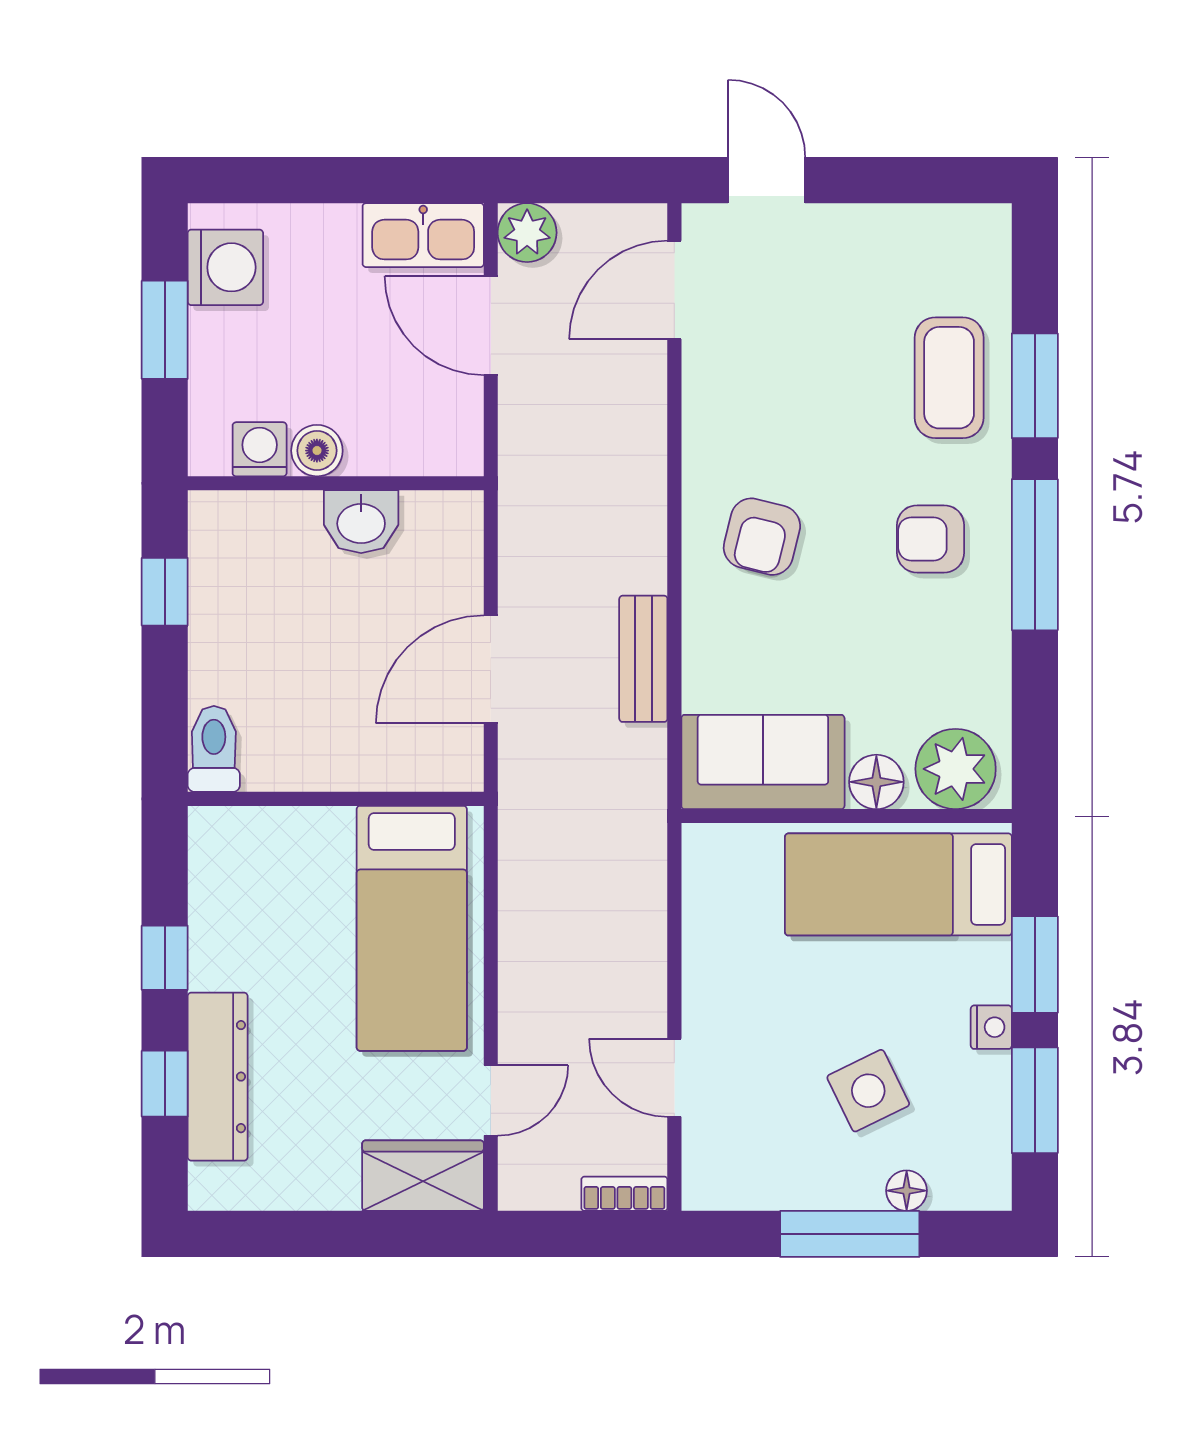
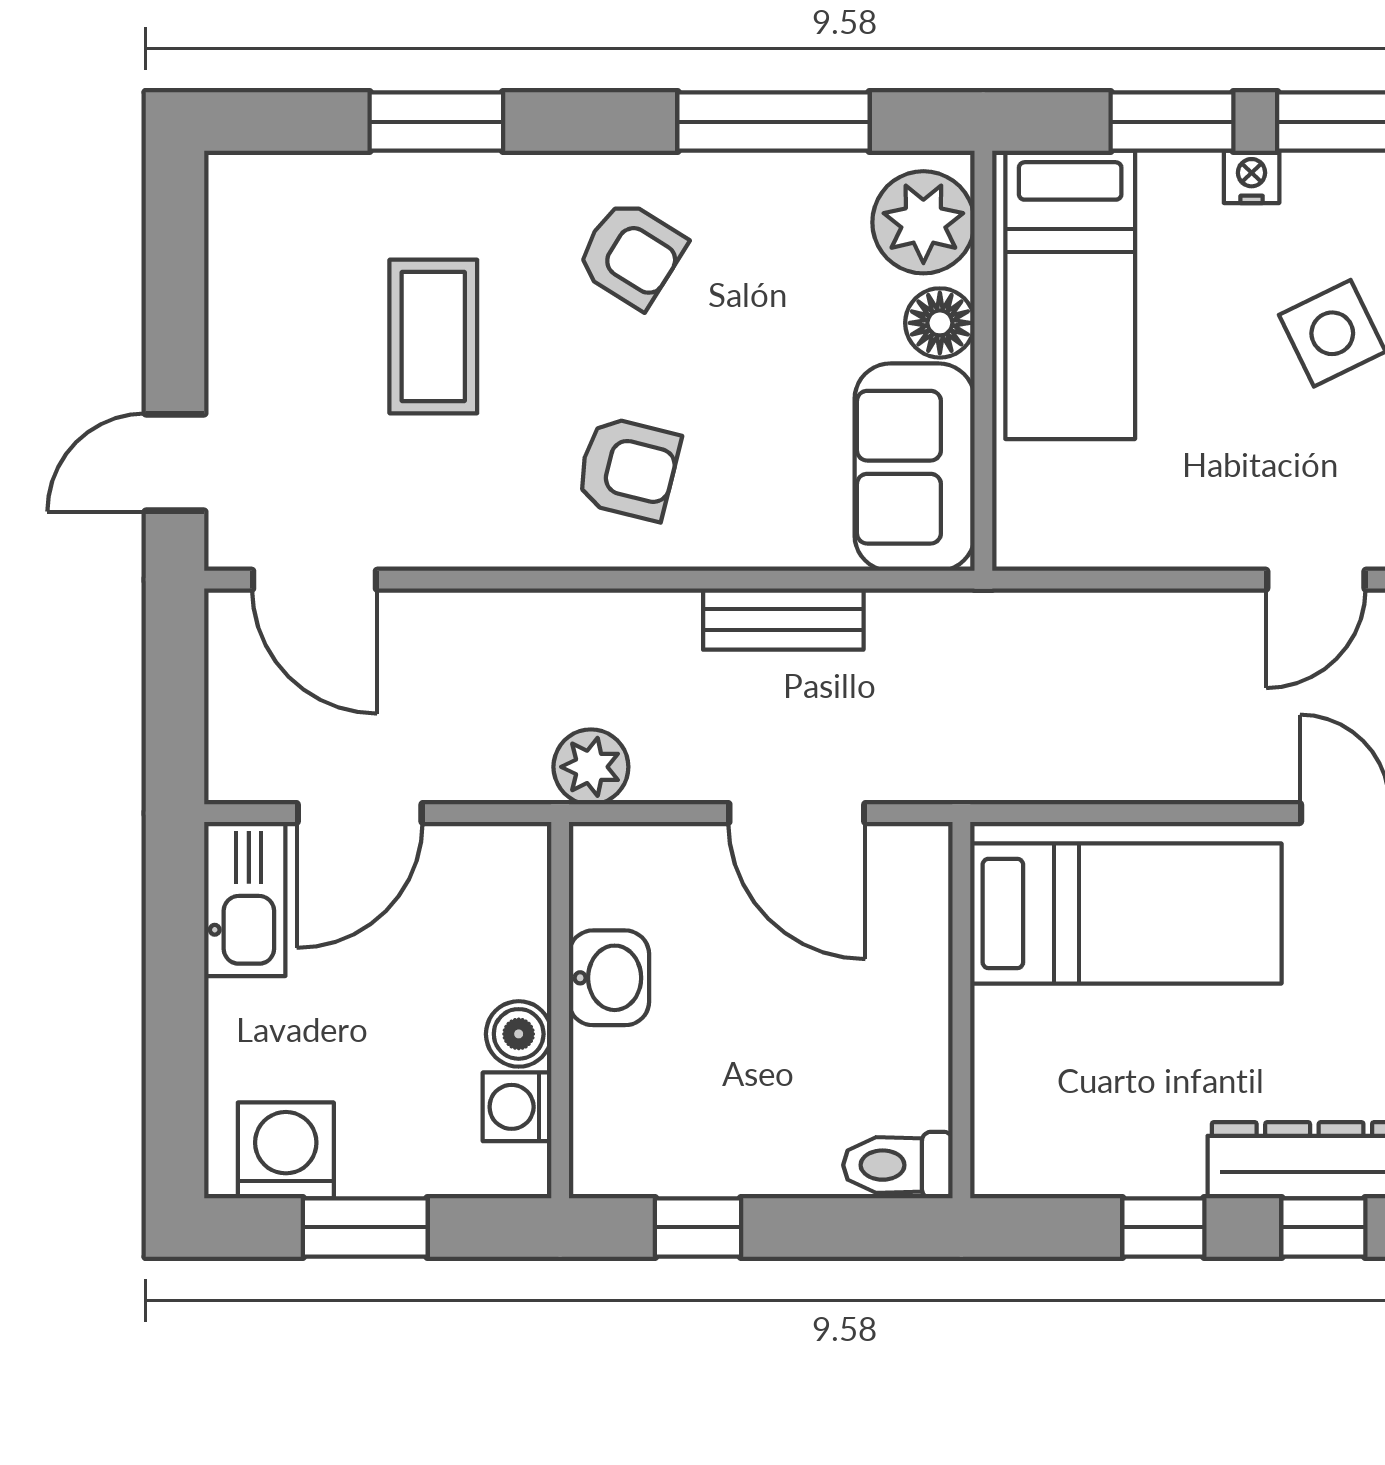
plant: (527, 233) -> (591, 767), moved
coffee table: (949, 378) -> (433, 336), moved, turned 90
armchair: (931, 539) -> (631, 254), turned -58
window: (1035, 555) -> (773, 122), moved

